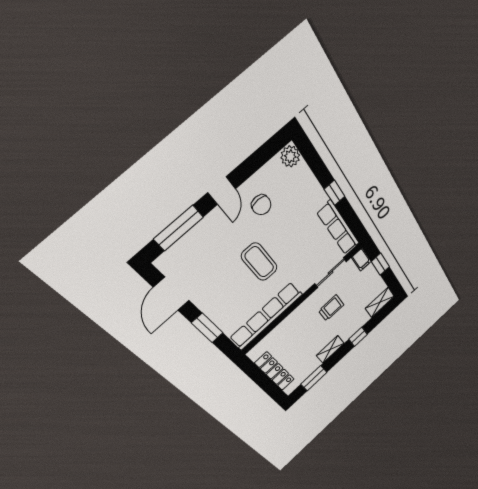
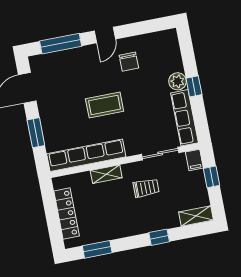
plant: (290, 156) -> (178, 81), moved
coffee table: (259, 262) -> (105, 105), turned 90
shelving: (330, 349) -> (106, 174), moved

